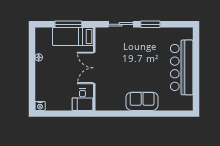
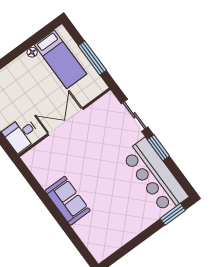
bed: (73, 37) -> (60, 59), moved, turned 180
window: (196, 45) -> (173, 214), added
bar counter: (182, 67) -> (155, 176), moved, turned -90

